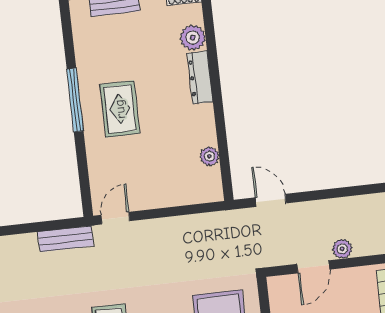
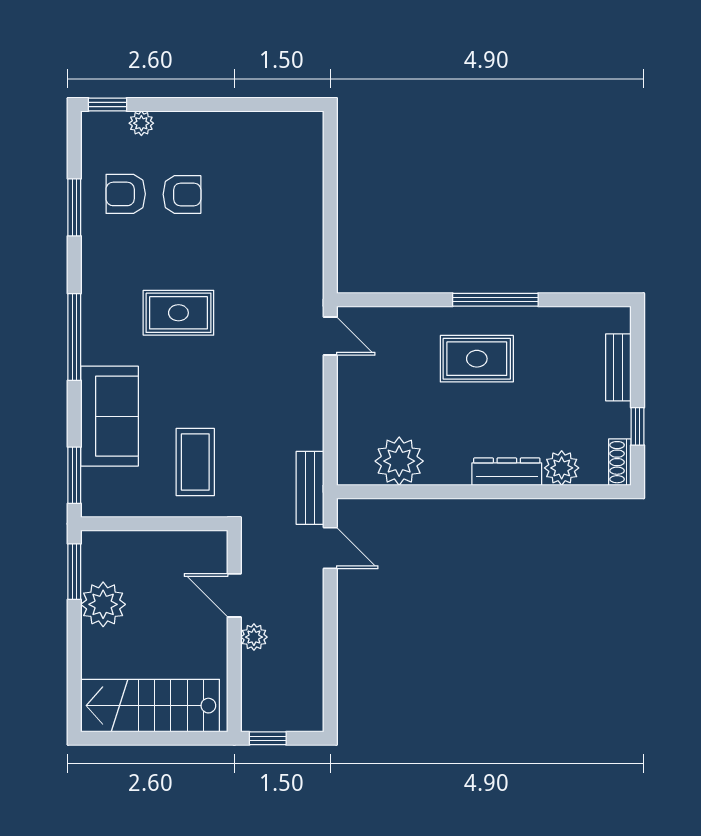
plant: (209, 156) -> (399, 461), width x1.87, depth x1.87
door: (271, 200) -> (330, 548), hinge flipped
bench: (66, 239) -> (310, 488), moved

